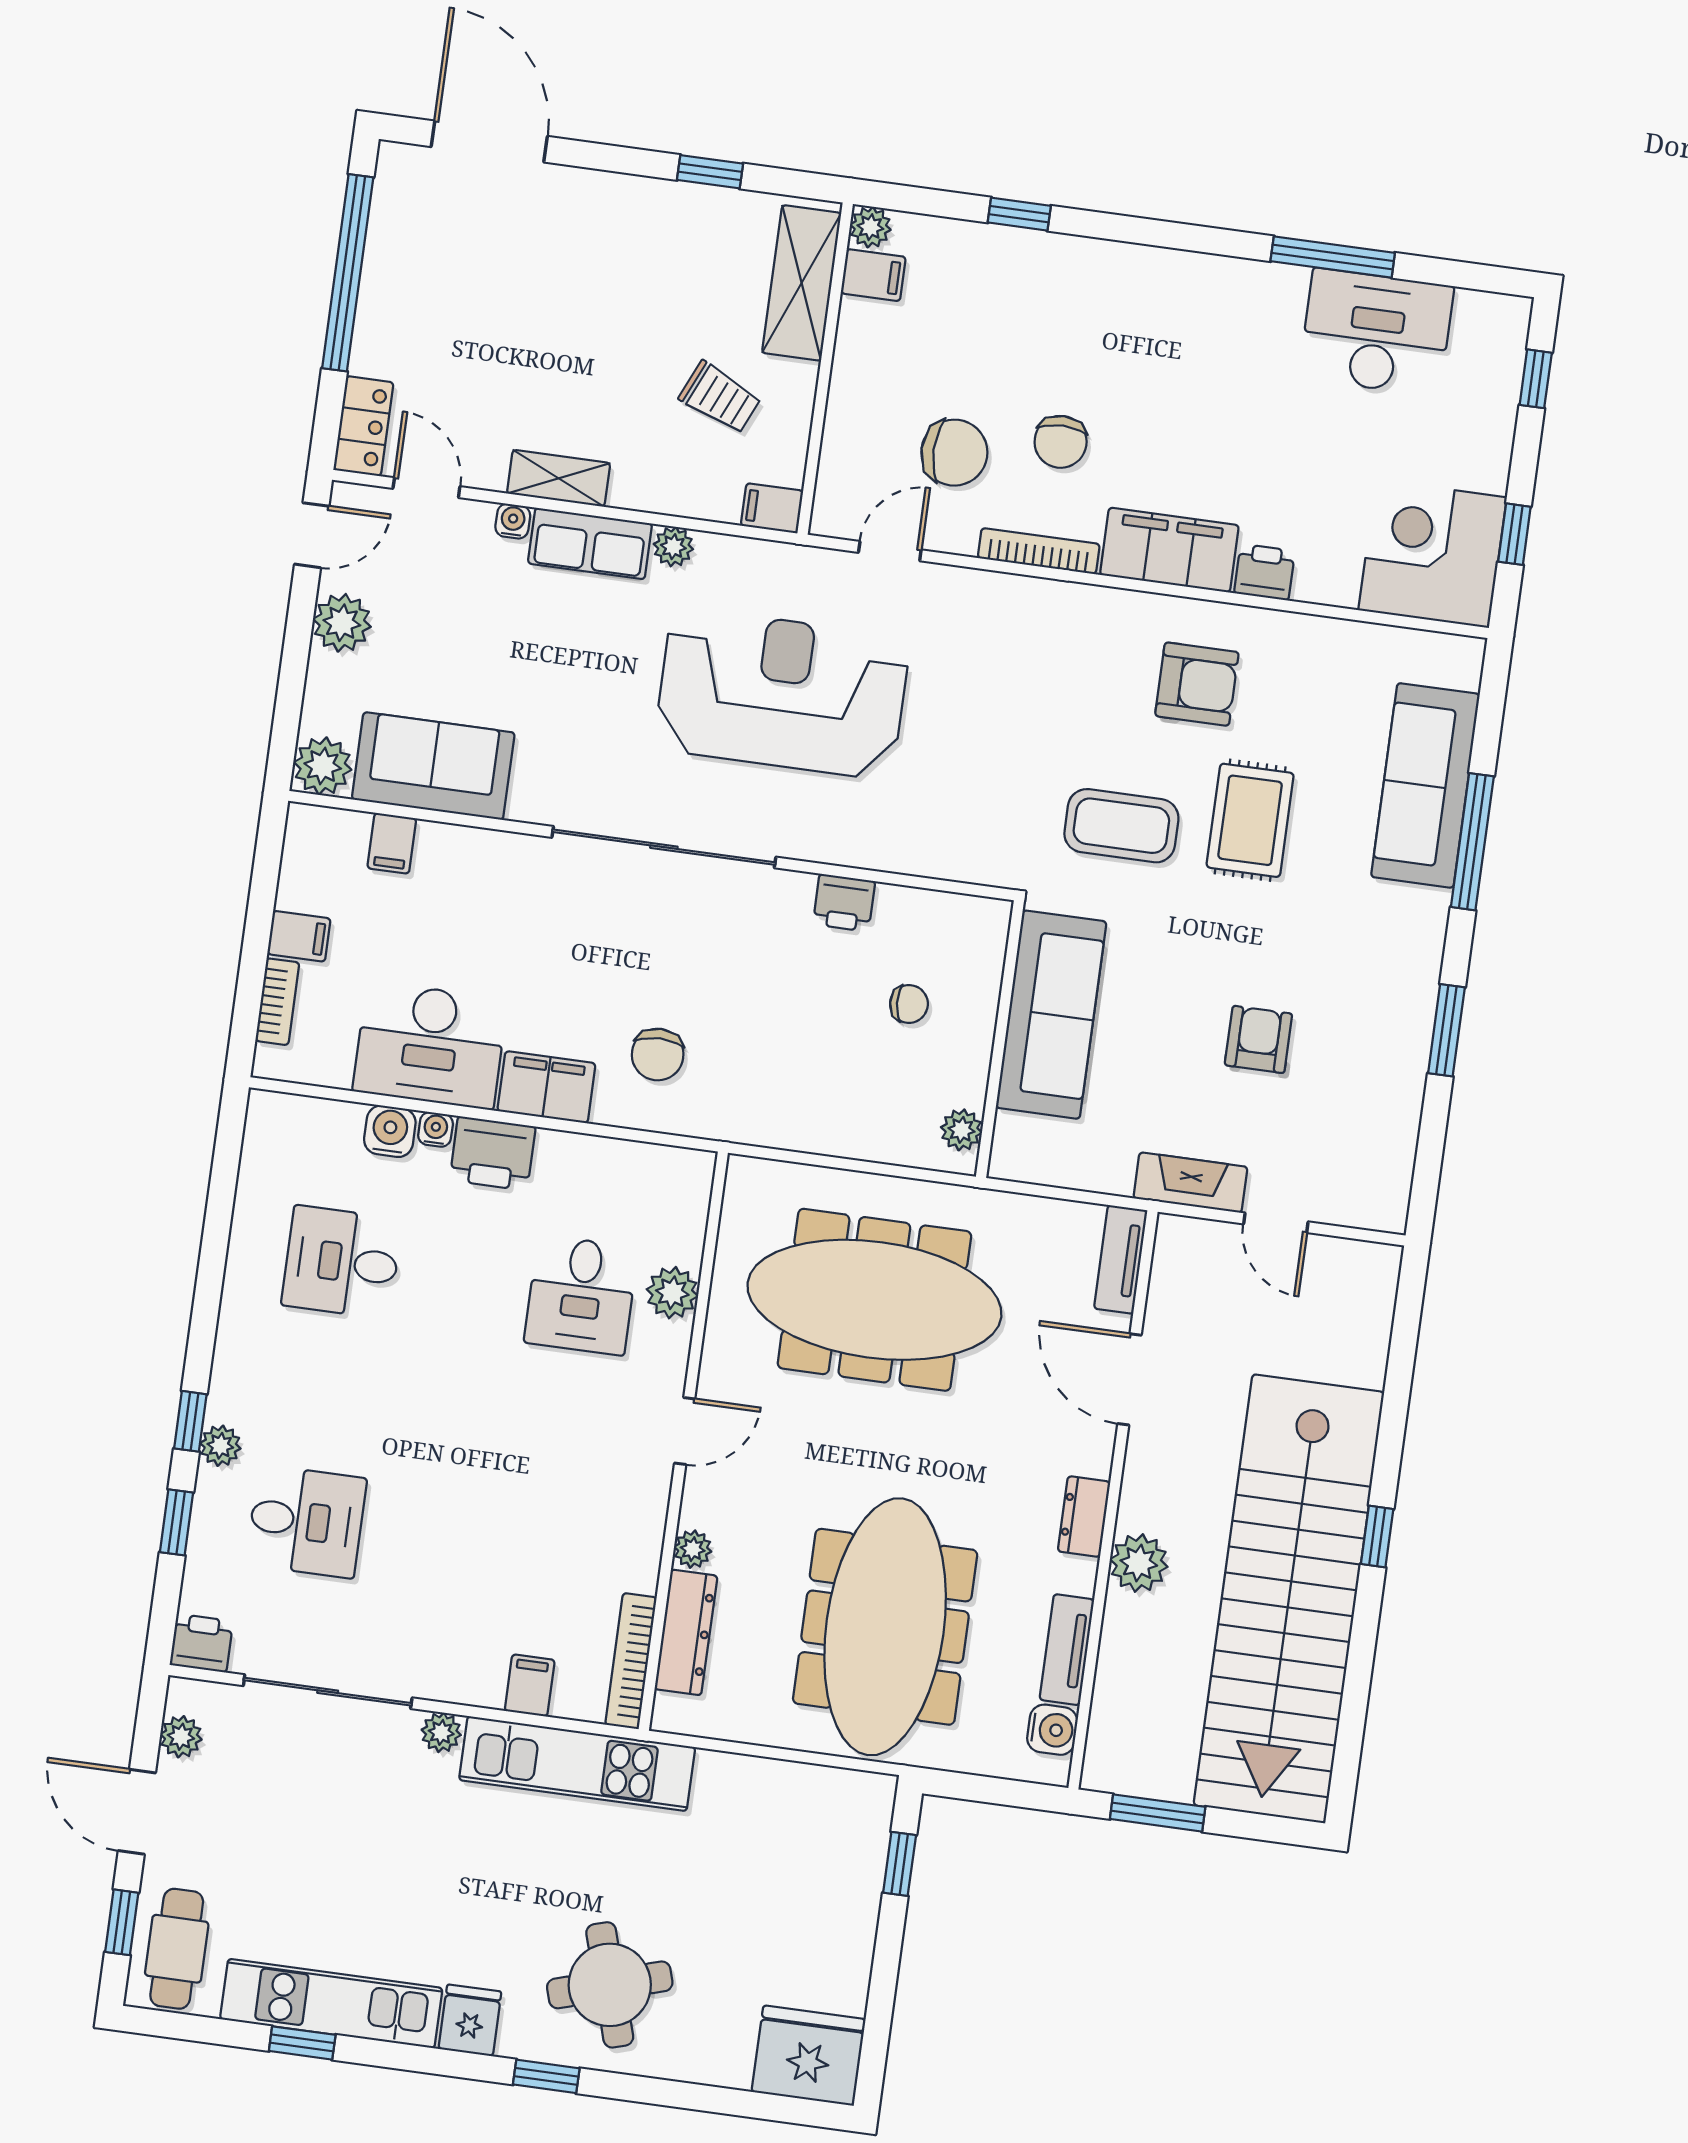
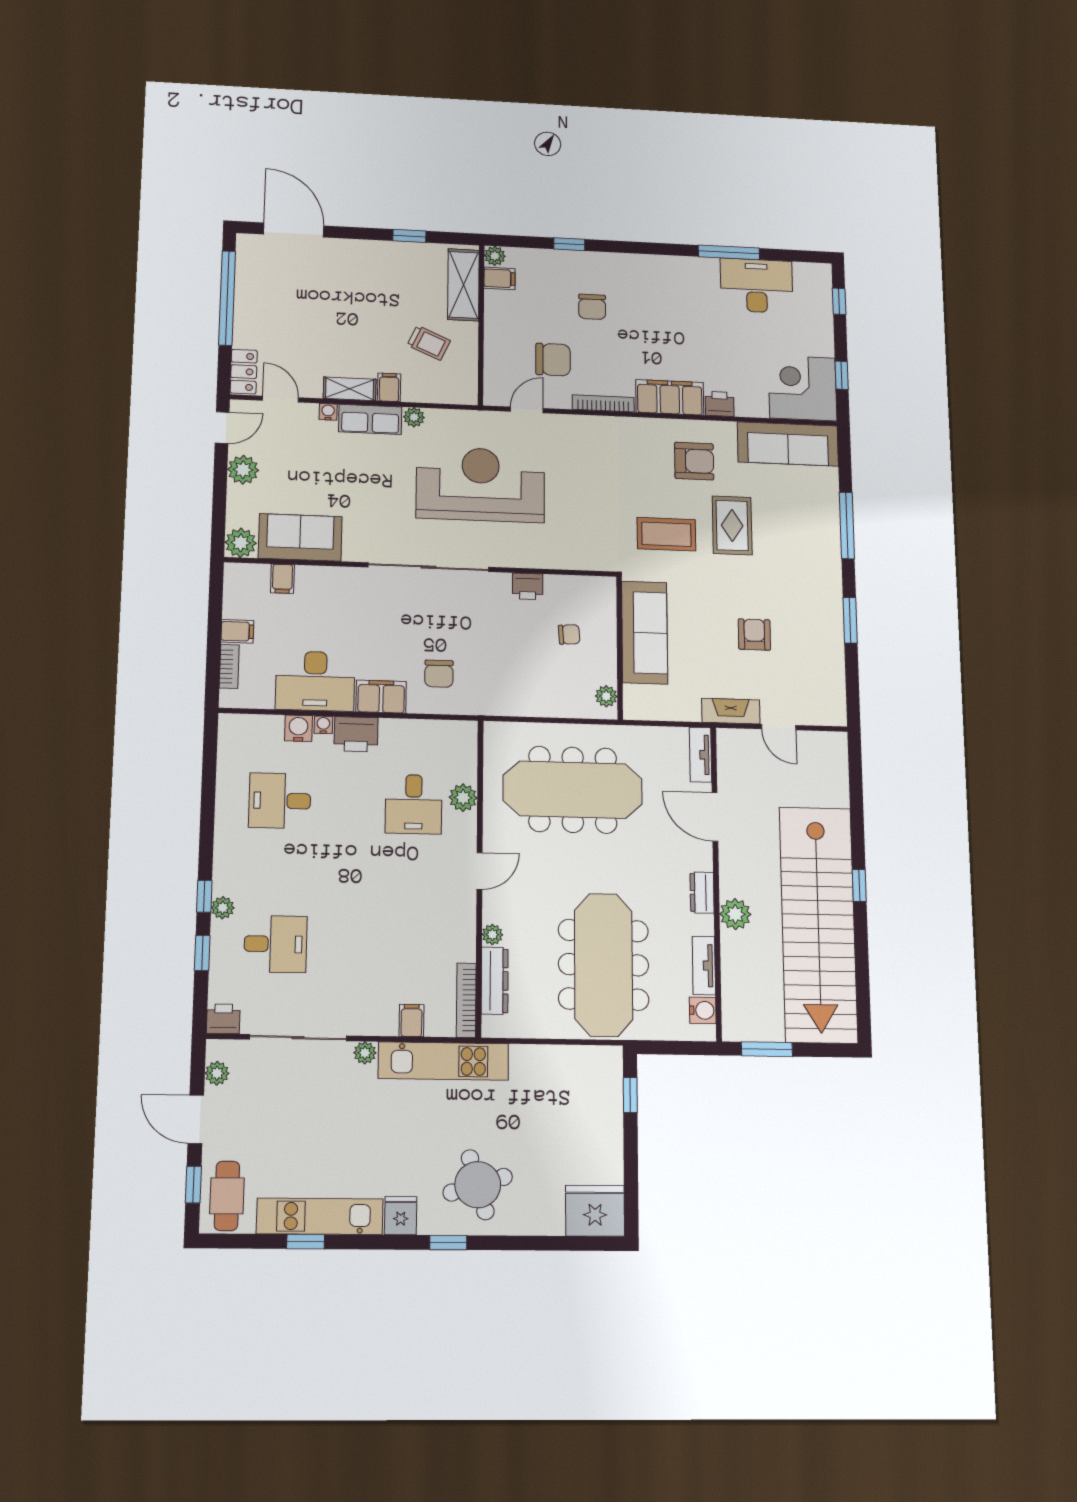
chair: (1061, 442) -> (592, 307), moved
filing cabinet: (772, 508) -> (389, 387), moved, turned 90
sofa: (1425, 785) -> (788, 444), moved, turned -90

